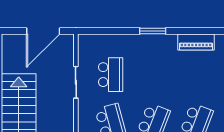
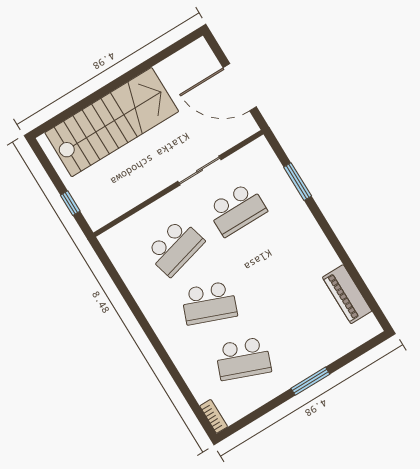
window: (153, 31) -> (298, 182), moved

